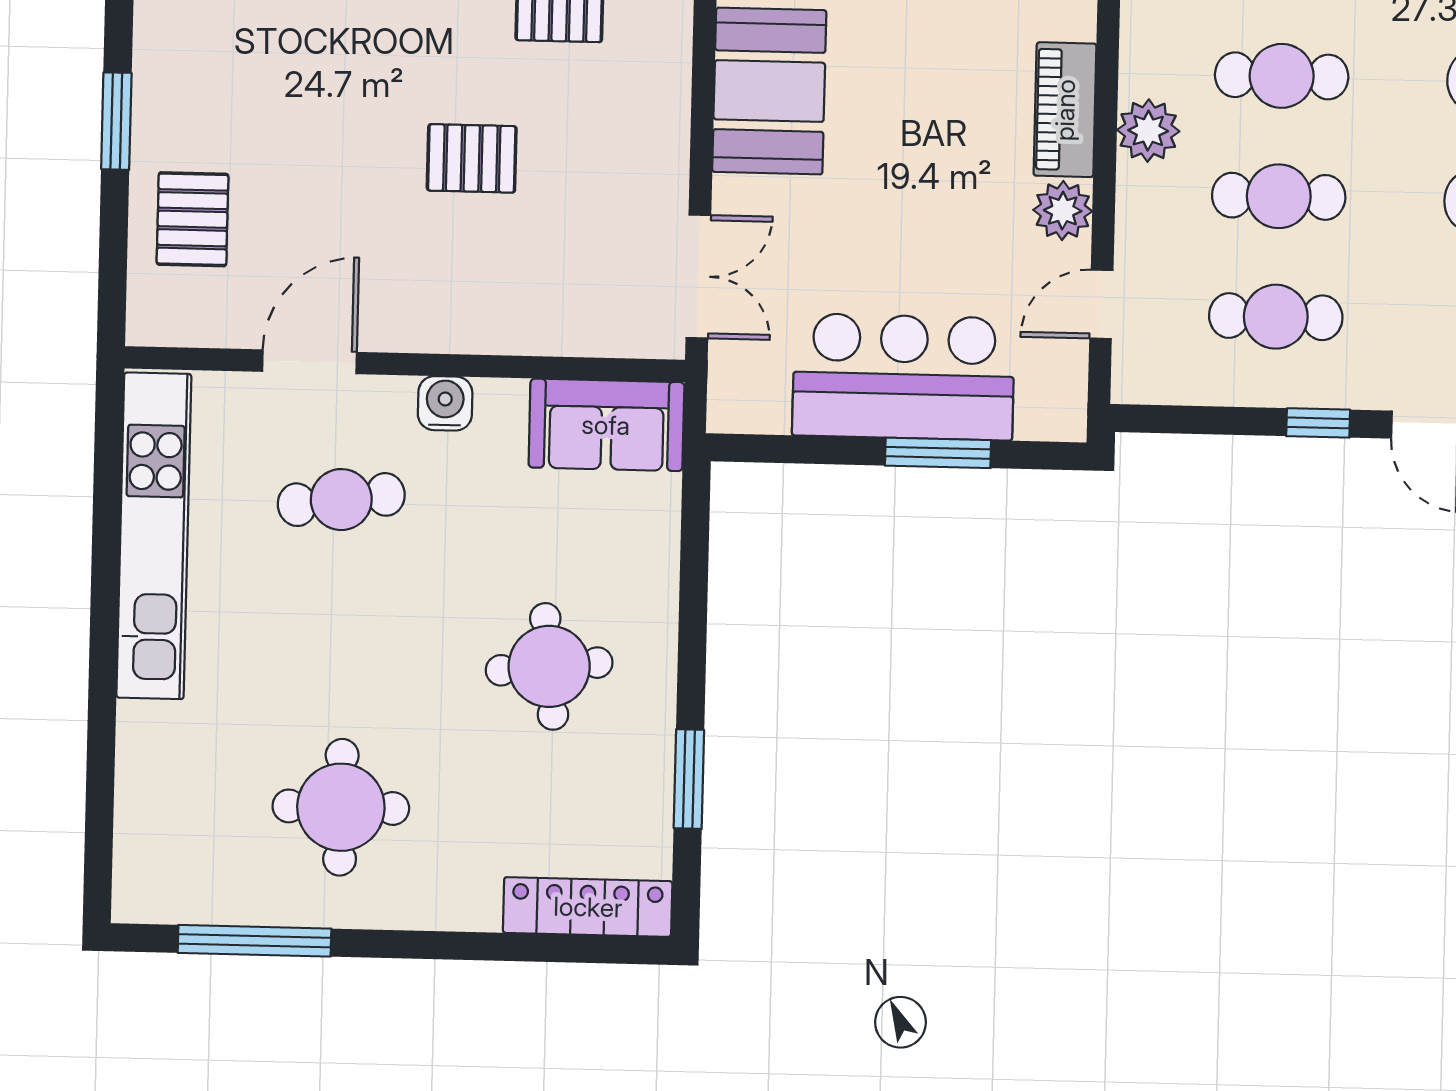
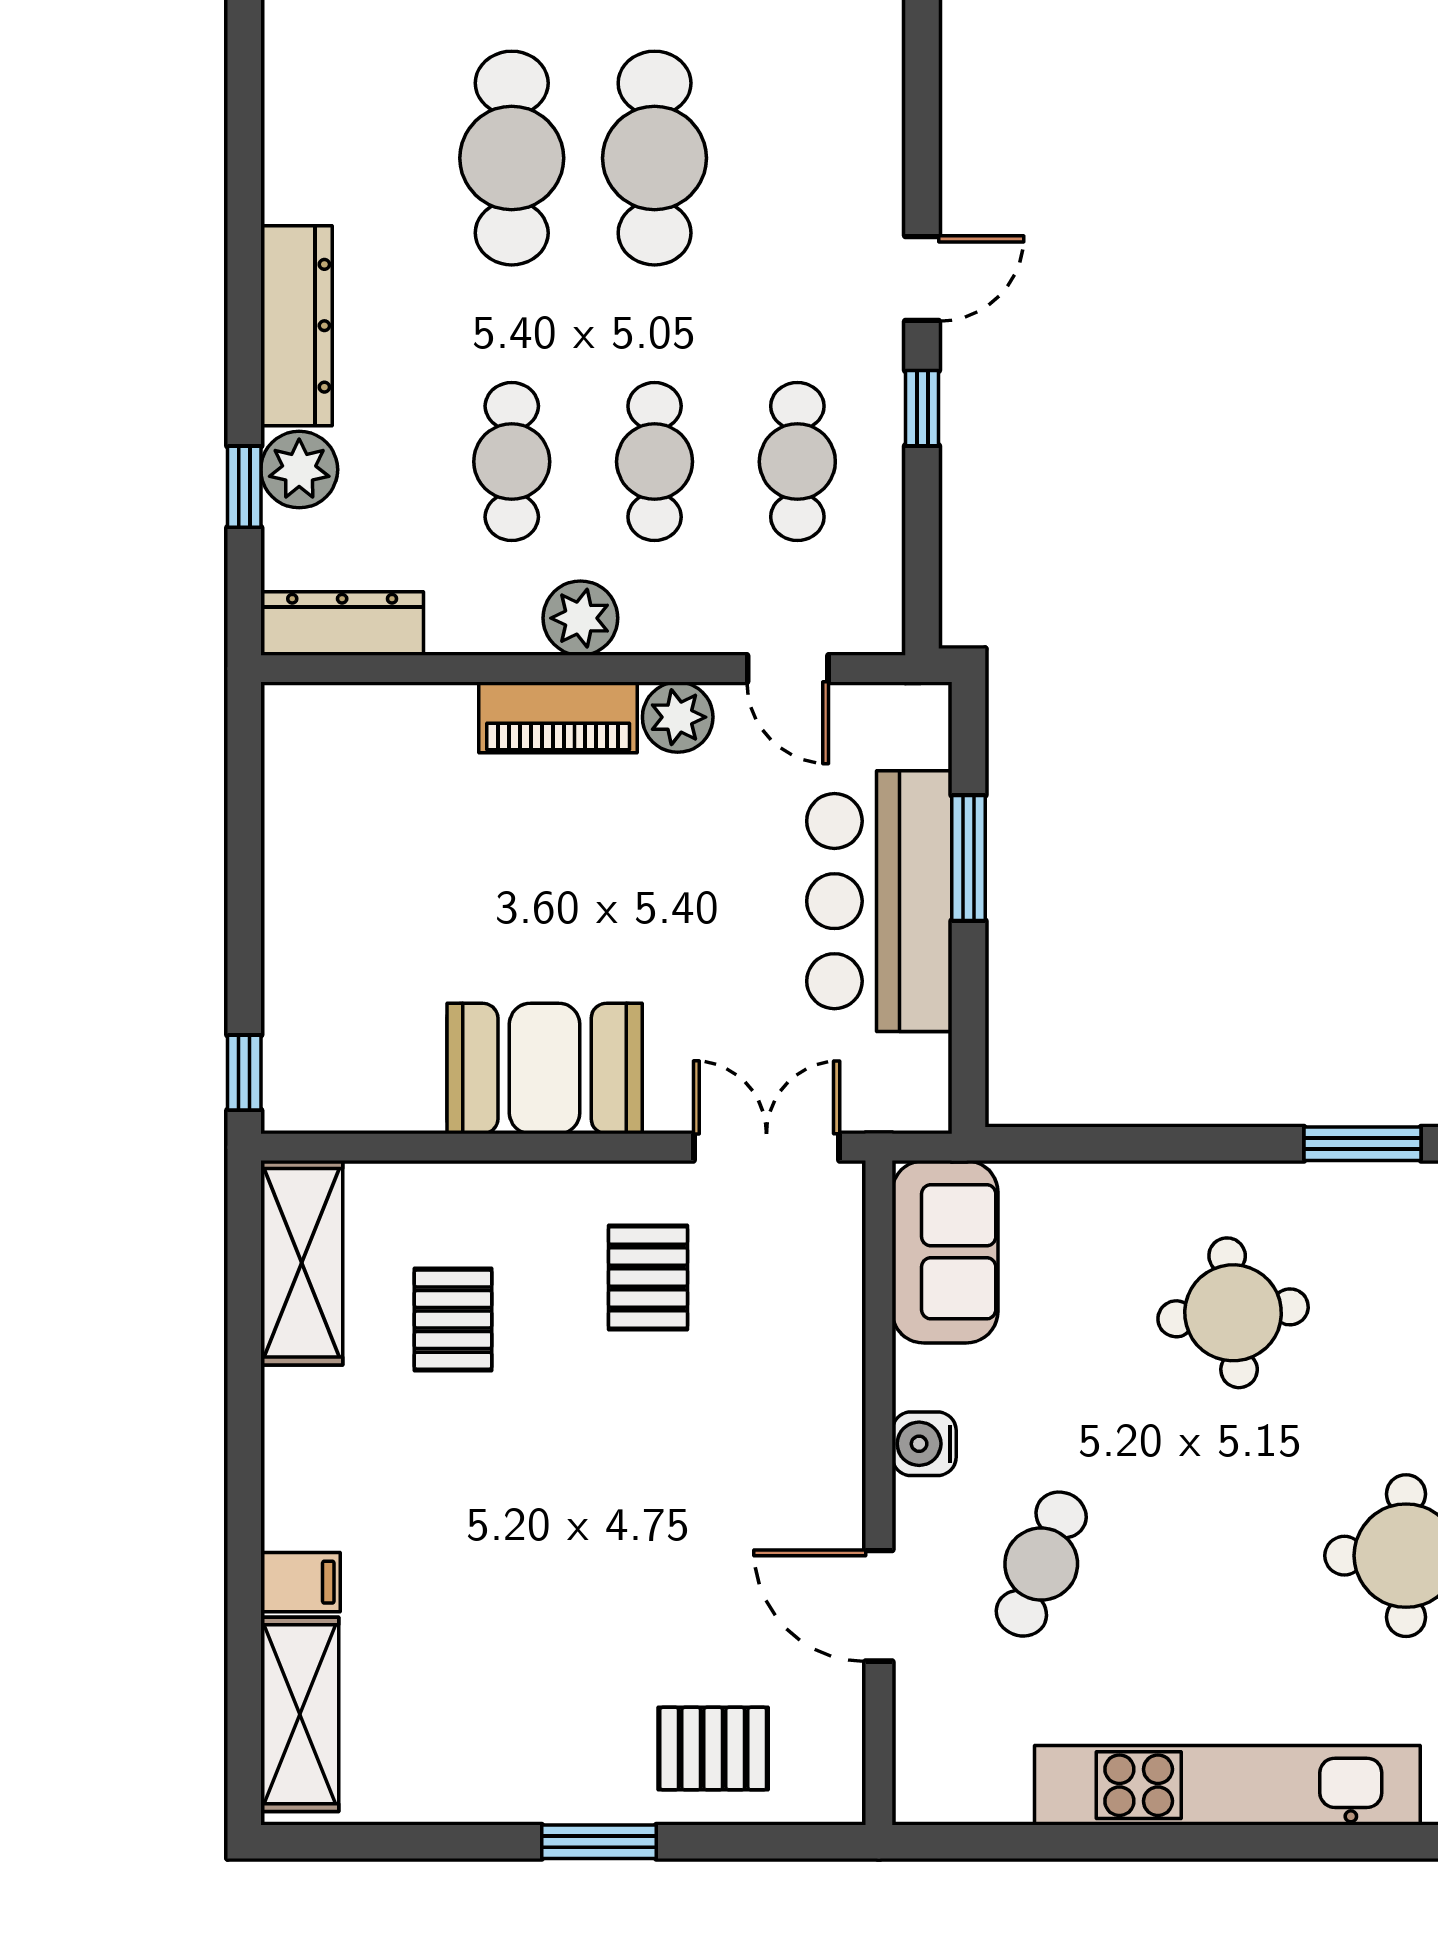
pallet: (472, 158) -> (648, 1277), moved
cafe table: (341, 500) -> (1041, 1564), turned 30
kitchen unit: (154, 536) -> (1227, 1785), moved

